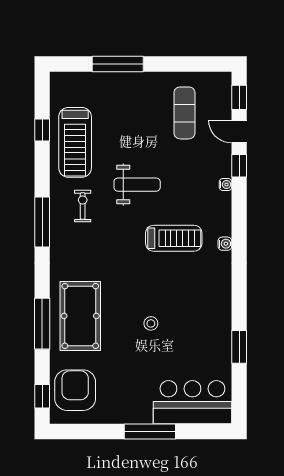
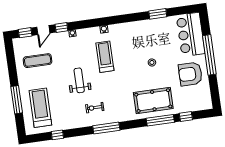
treadmill: (75, 142) -> (40, 108), moved, turned -90
armchair: (75, 390) -> (190, 74), moved
window: (42, 396) -> (186, 117), moved
window: (150, 431) -> (209, 55), width x1.46

